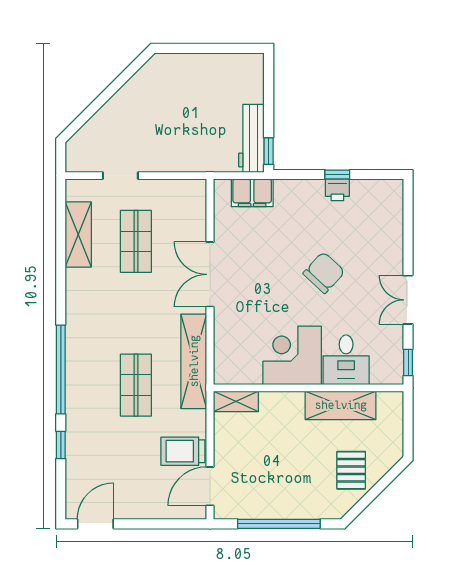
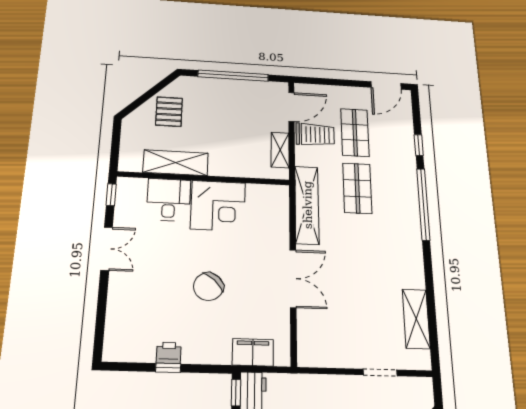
shop shelf: (136, 241) -> (355, 132), moved
chair: (324, 273) -> (208, 287), moved
shelving: (236, 401) -> (280, 150), moved, turned 90

